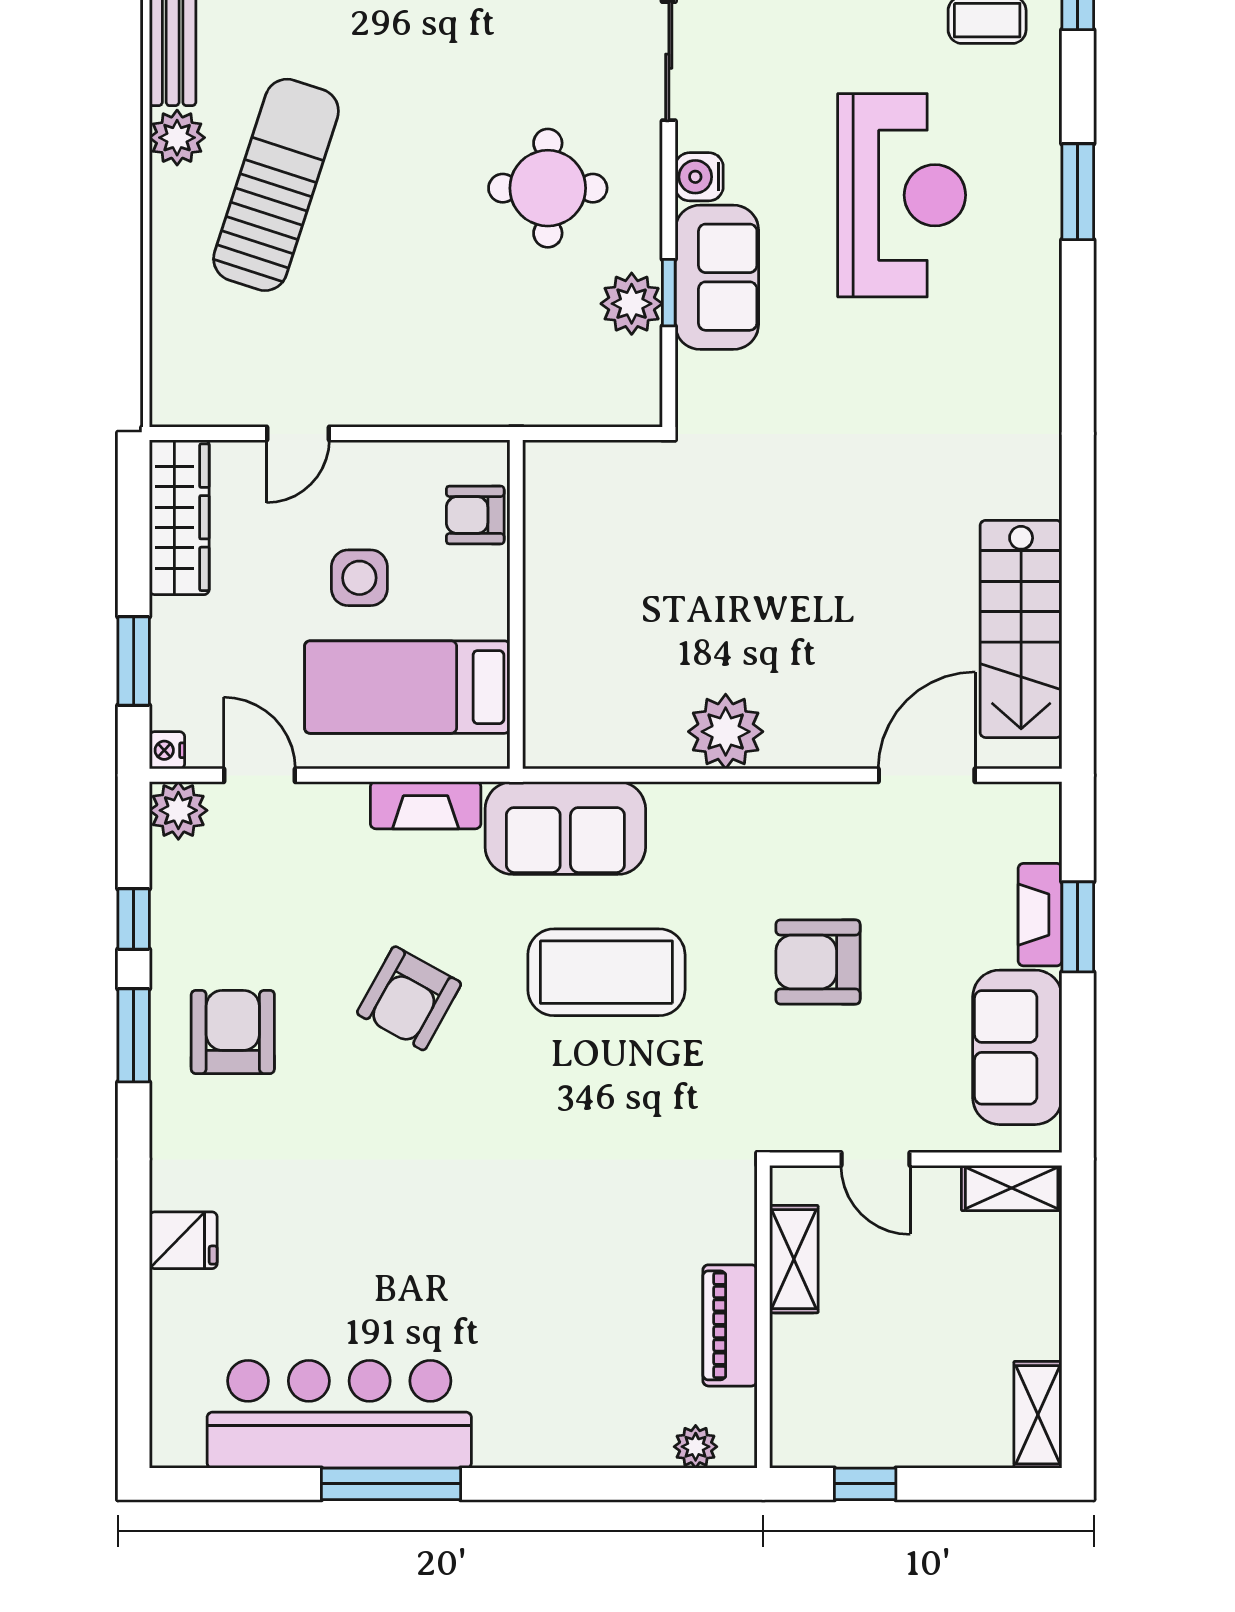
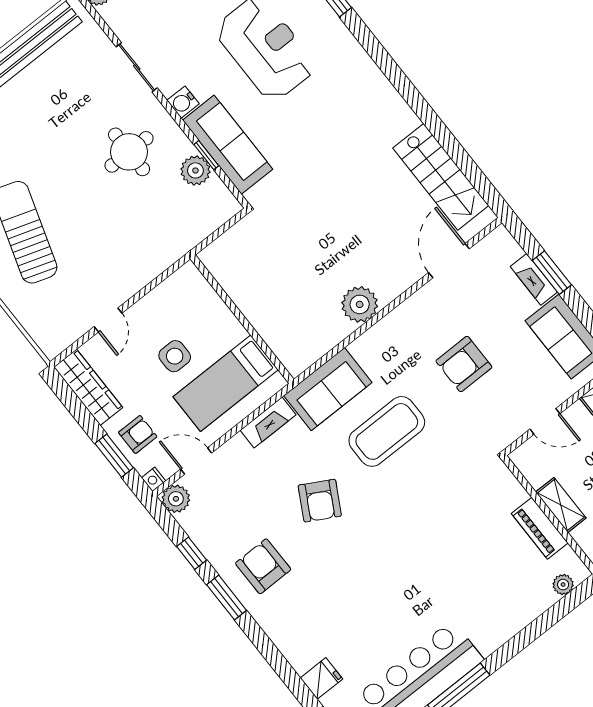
sofa: (717, 277) -> (228, 145), width x1.36
armchair: (475, 515) -> (138, 434), moved, turned 180
fridge: (183, 1240) -> (321, 678), moved
shelving: (794, 1259) -> (561, 505), moved

